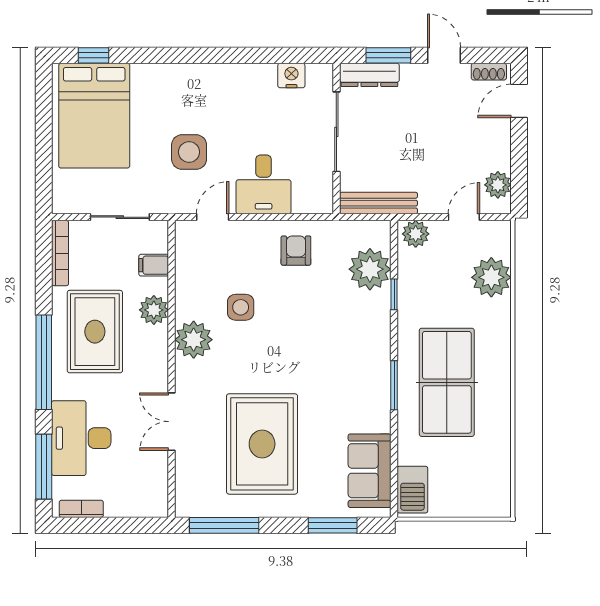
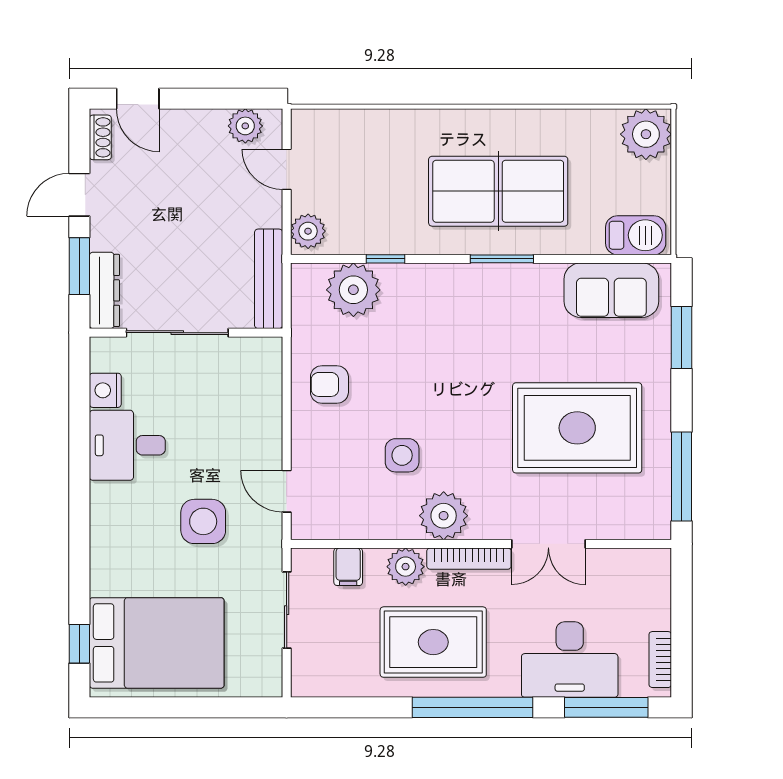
desk: (264, 184) -> (127, 445), moved, turned 180
bookcase: (60, 253) -> (469, 559), moved, turned 180
plant: (491, 277) -> (646, 134), moved

